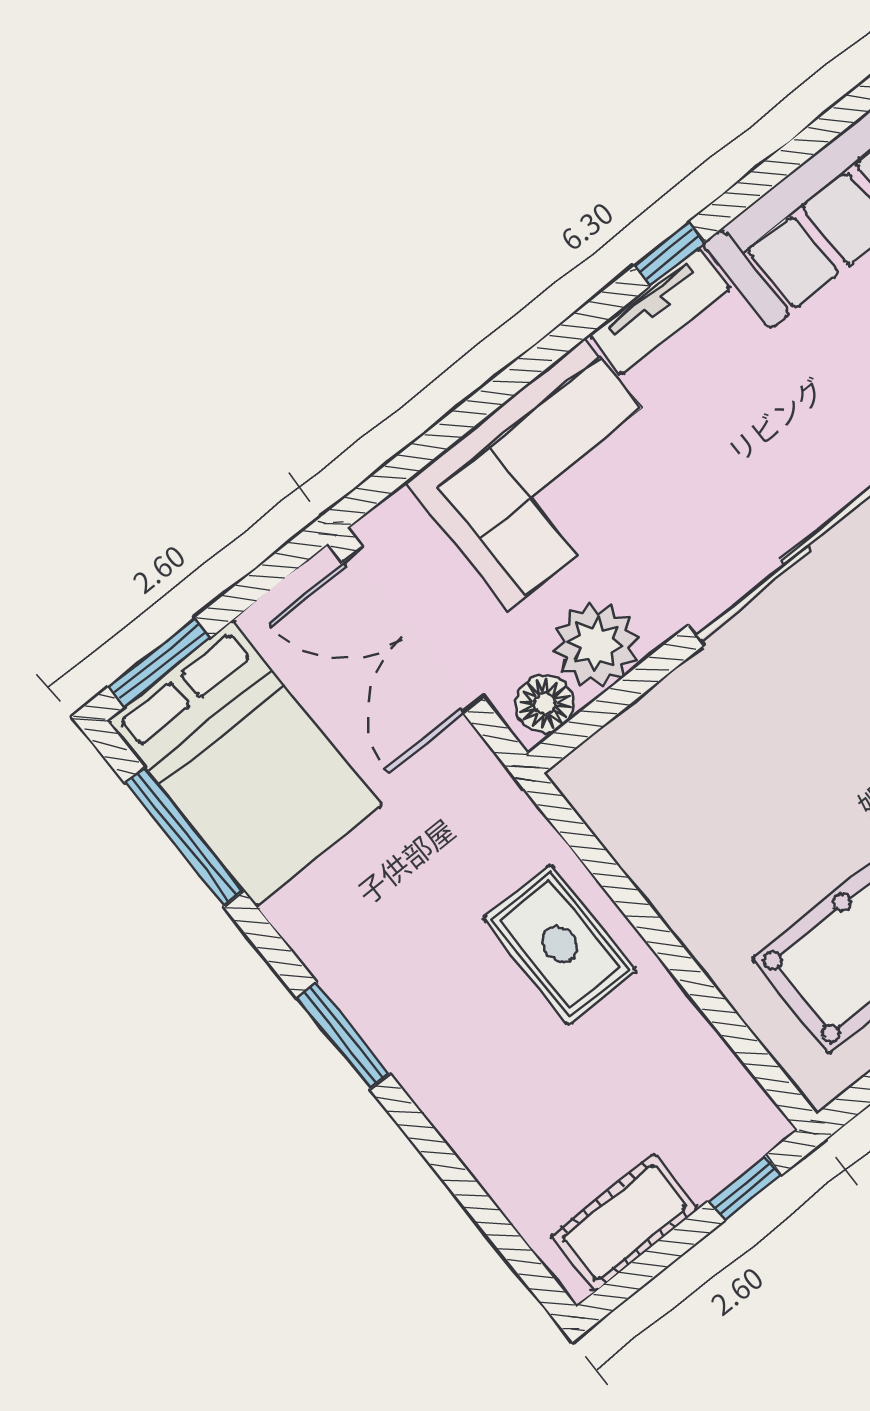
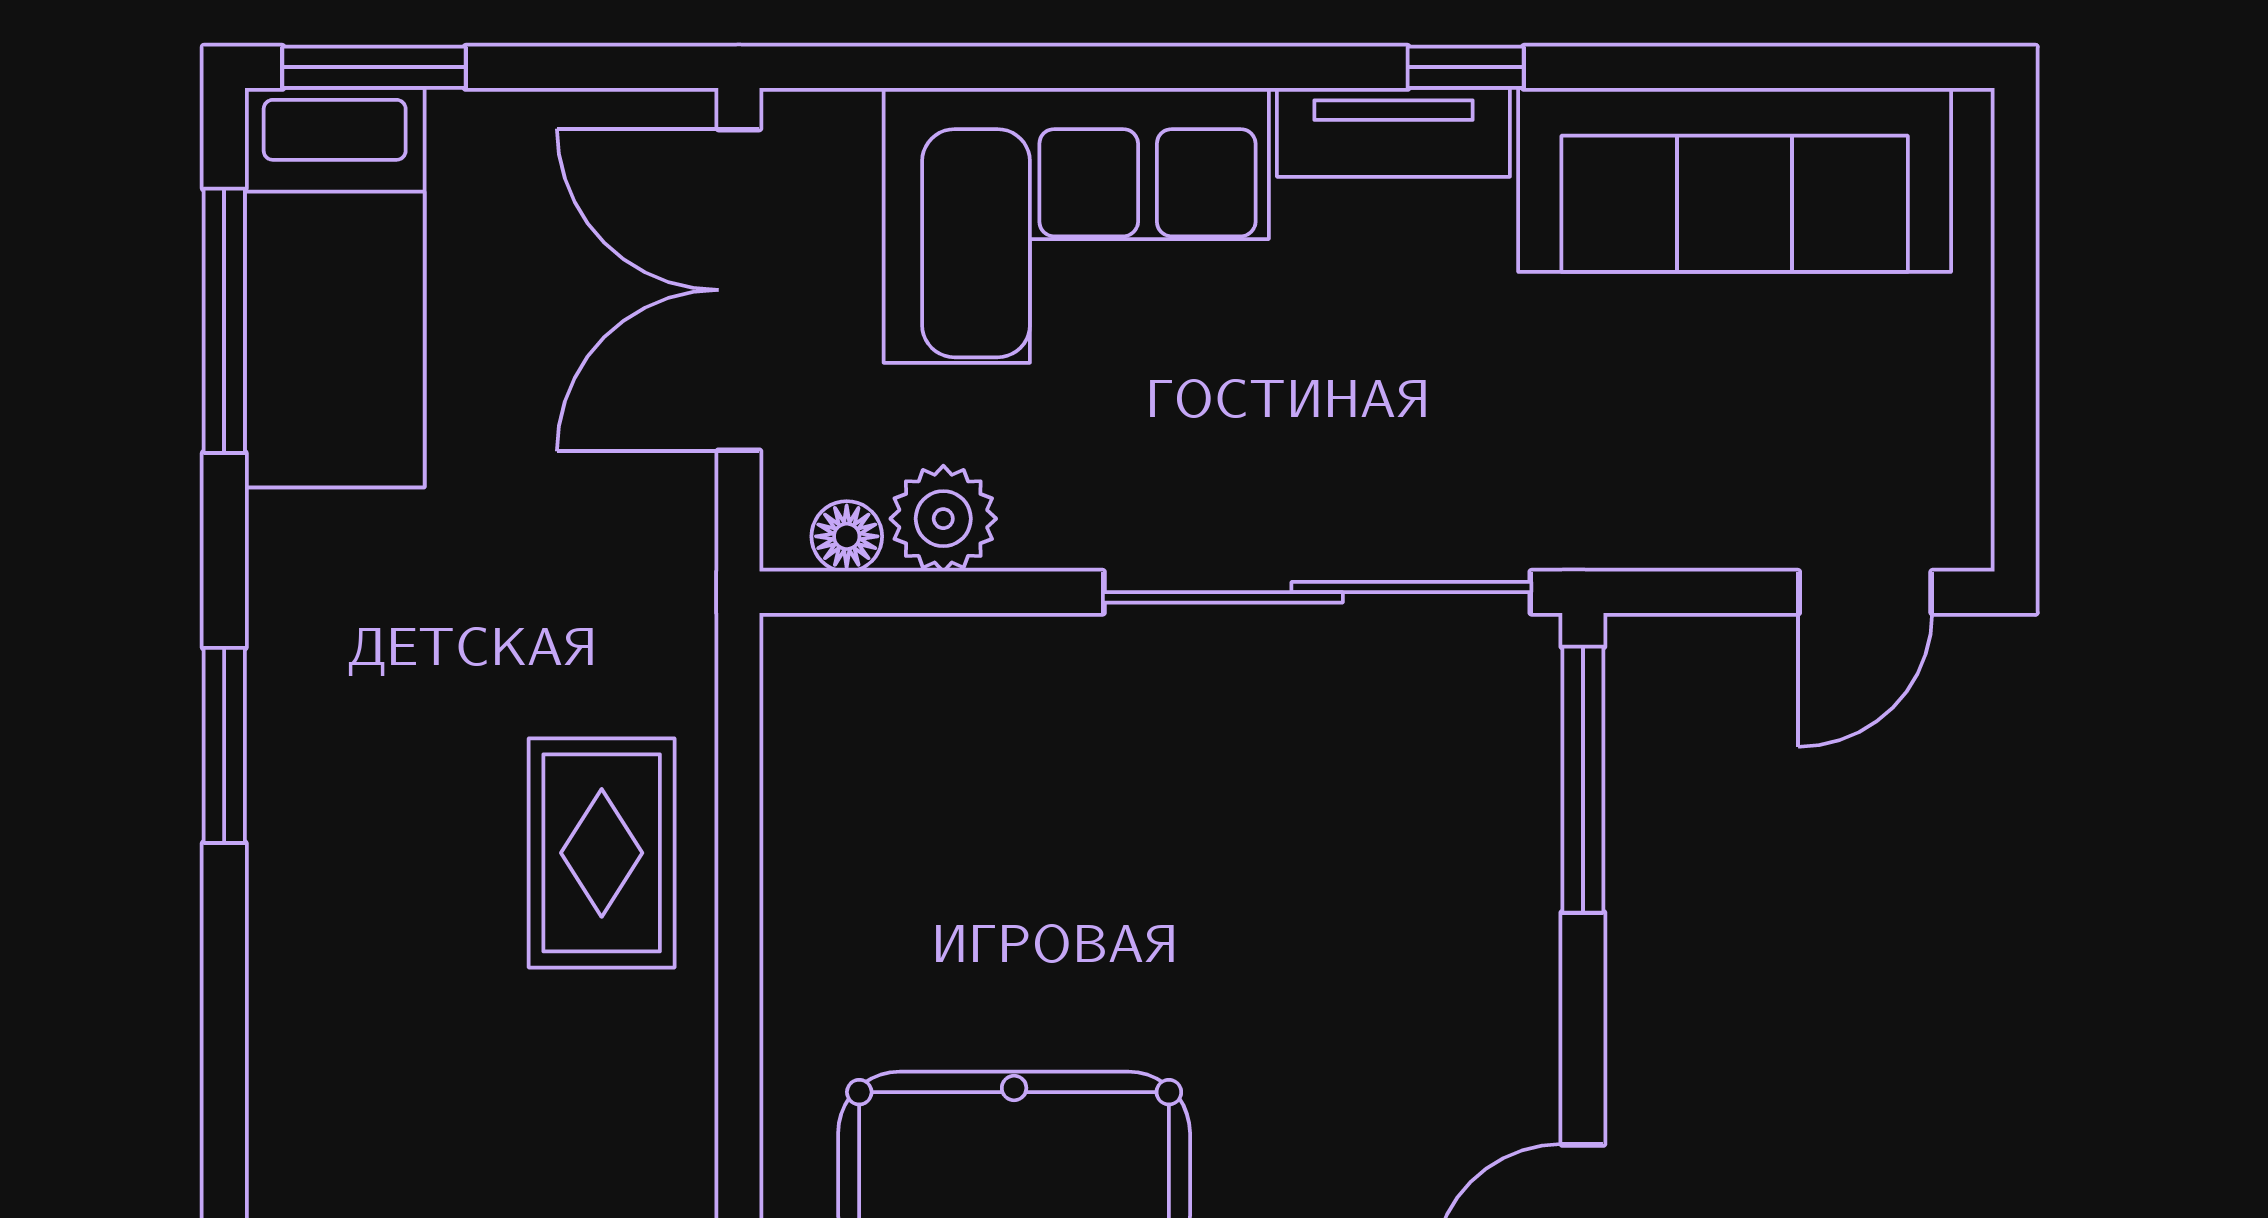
plant: (596, 644) -> (943, 519), width x0.73, depth x0.73
floor lamp: (545, 704) -> (847, 536), width x0.73, depth x0.73
bed: (244, 763) -> (335, 288), width x0.67

